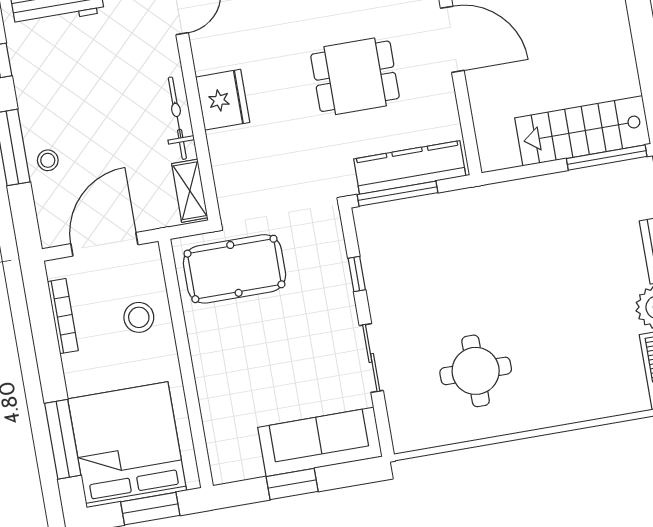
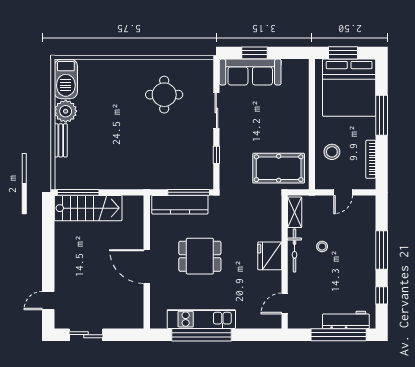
stool: (48, 160) -> (322, 246), moved
door: (104, 244) -> (343, 192), width x0.53
window: (63, 439) -> (382, 115), moved
window: (292, 484) -> (255, 53), moved

